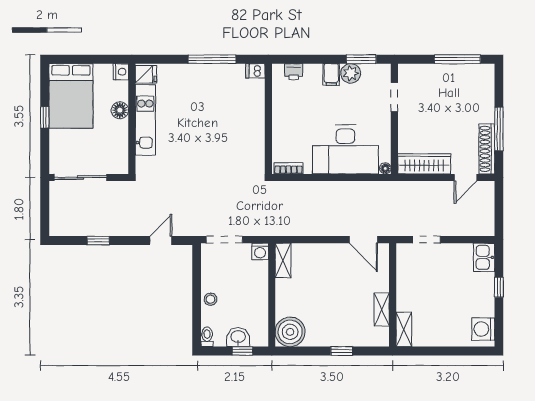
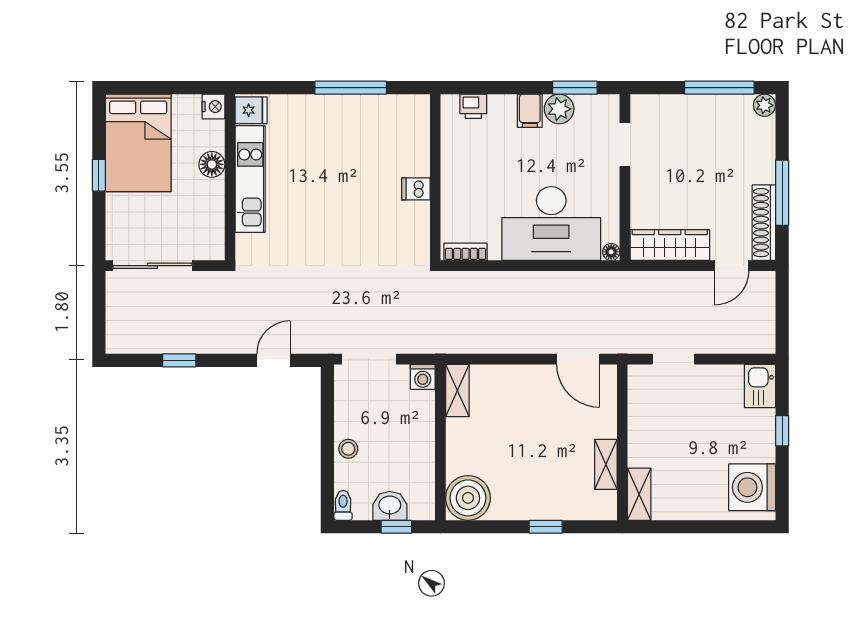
dishwasher: (255, 71) -> (416, 189), moved
plant: (487, 71) -> (764, 105), added
washing machine: (483, 329) -> (752, 487), width x1.37, depth x1.37

